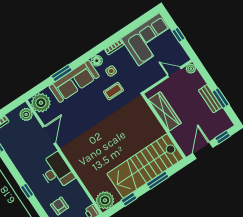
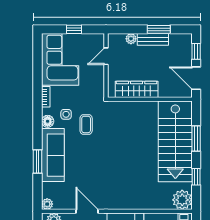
plant: (191, 69) -> (131, 39), moved
plant: (41, 103) -> (47, 204), width x0.53, depth x0.53

